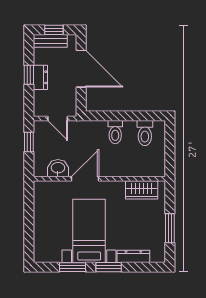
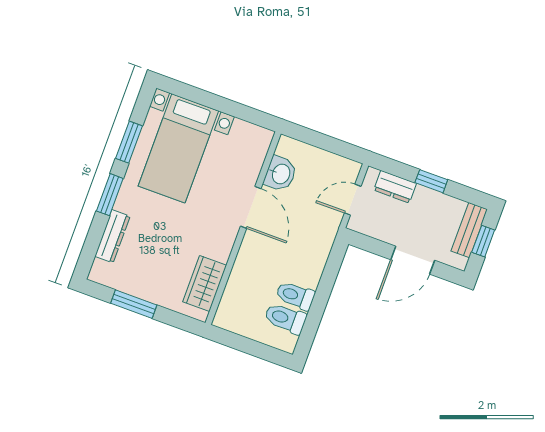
door: (81, 69) -> (413, 260), width x0.73
dresser: (40, 77) -> (395, 187), moved
toilet: (115, 132) -> (295, 296), moved
window: (29, 142) -> (334, 145), removed
bed with nightstands: (89, 231) -> (178, 148), moved, turned 90

